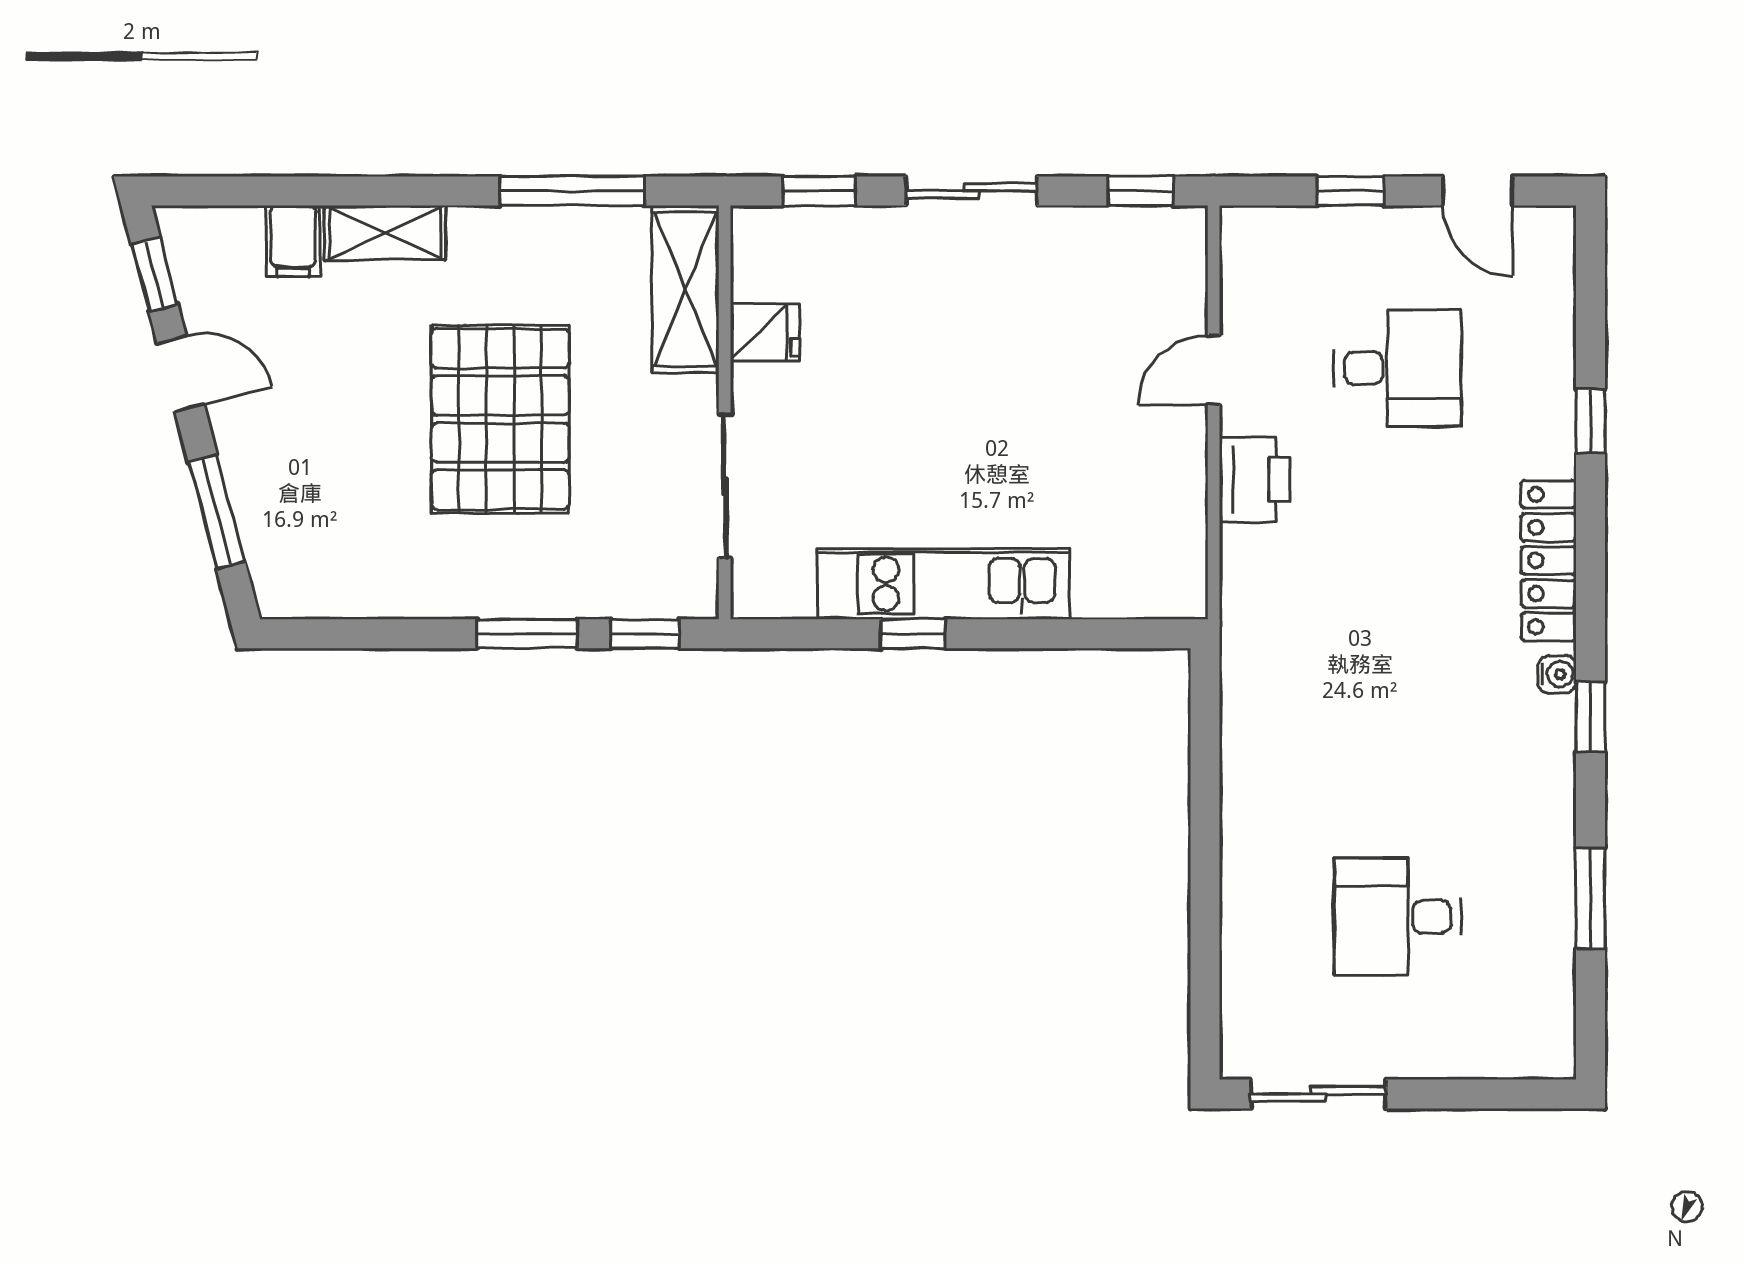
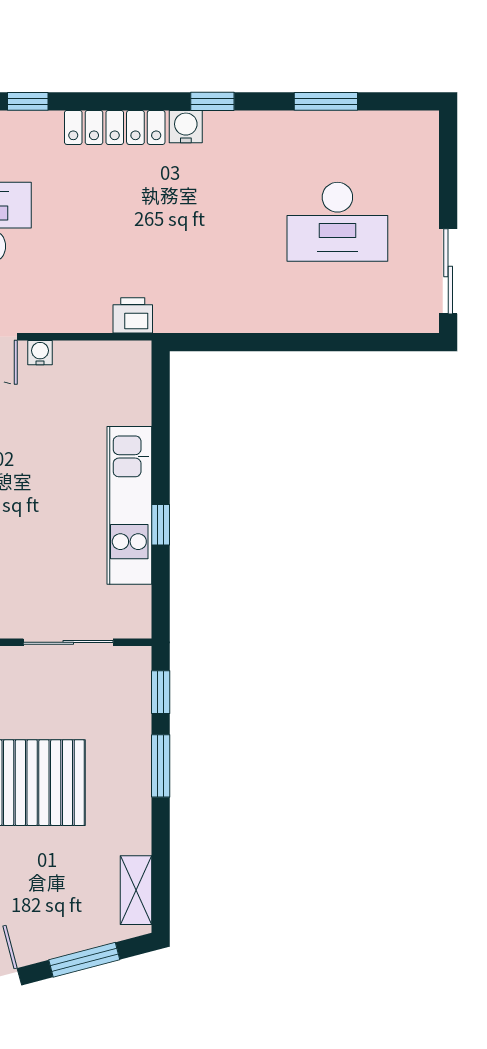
water cooler: (1188, 441) -> (40, 353), added
printer: (1255, 480) -> (133, 315), moved, width x0.73, depth x0.81
shelving: (328, 595) -> (136, 890), added
water cooler: (1557, 674) -> (186, 127), width x1.38, depth x1.38
desk: (1398, 917) -> (337, 222), width x1.37

